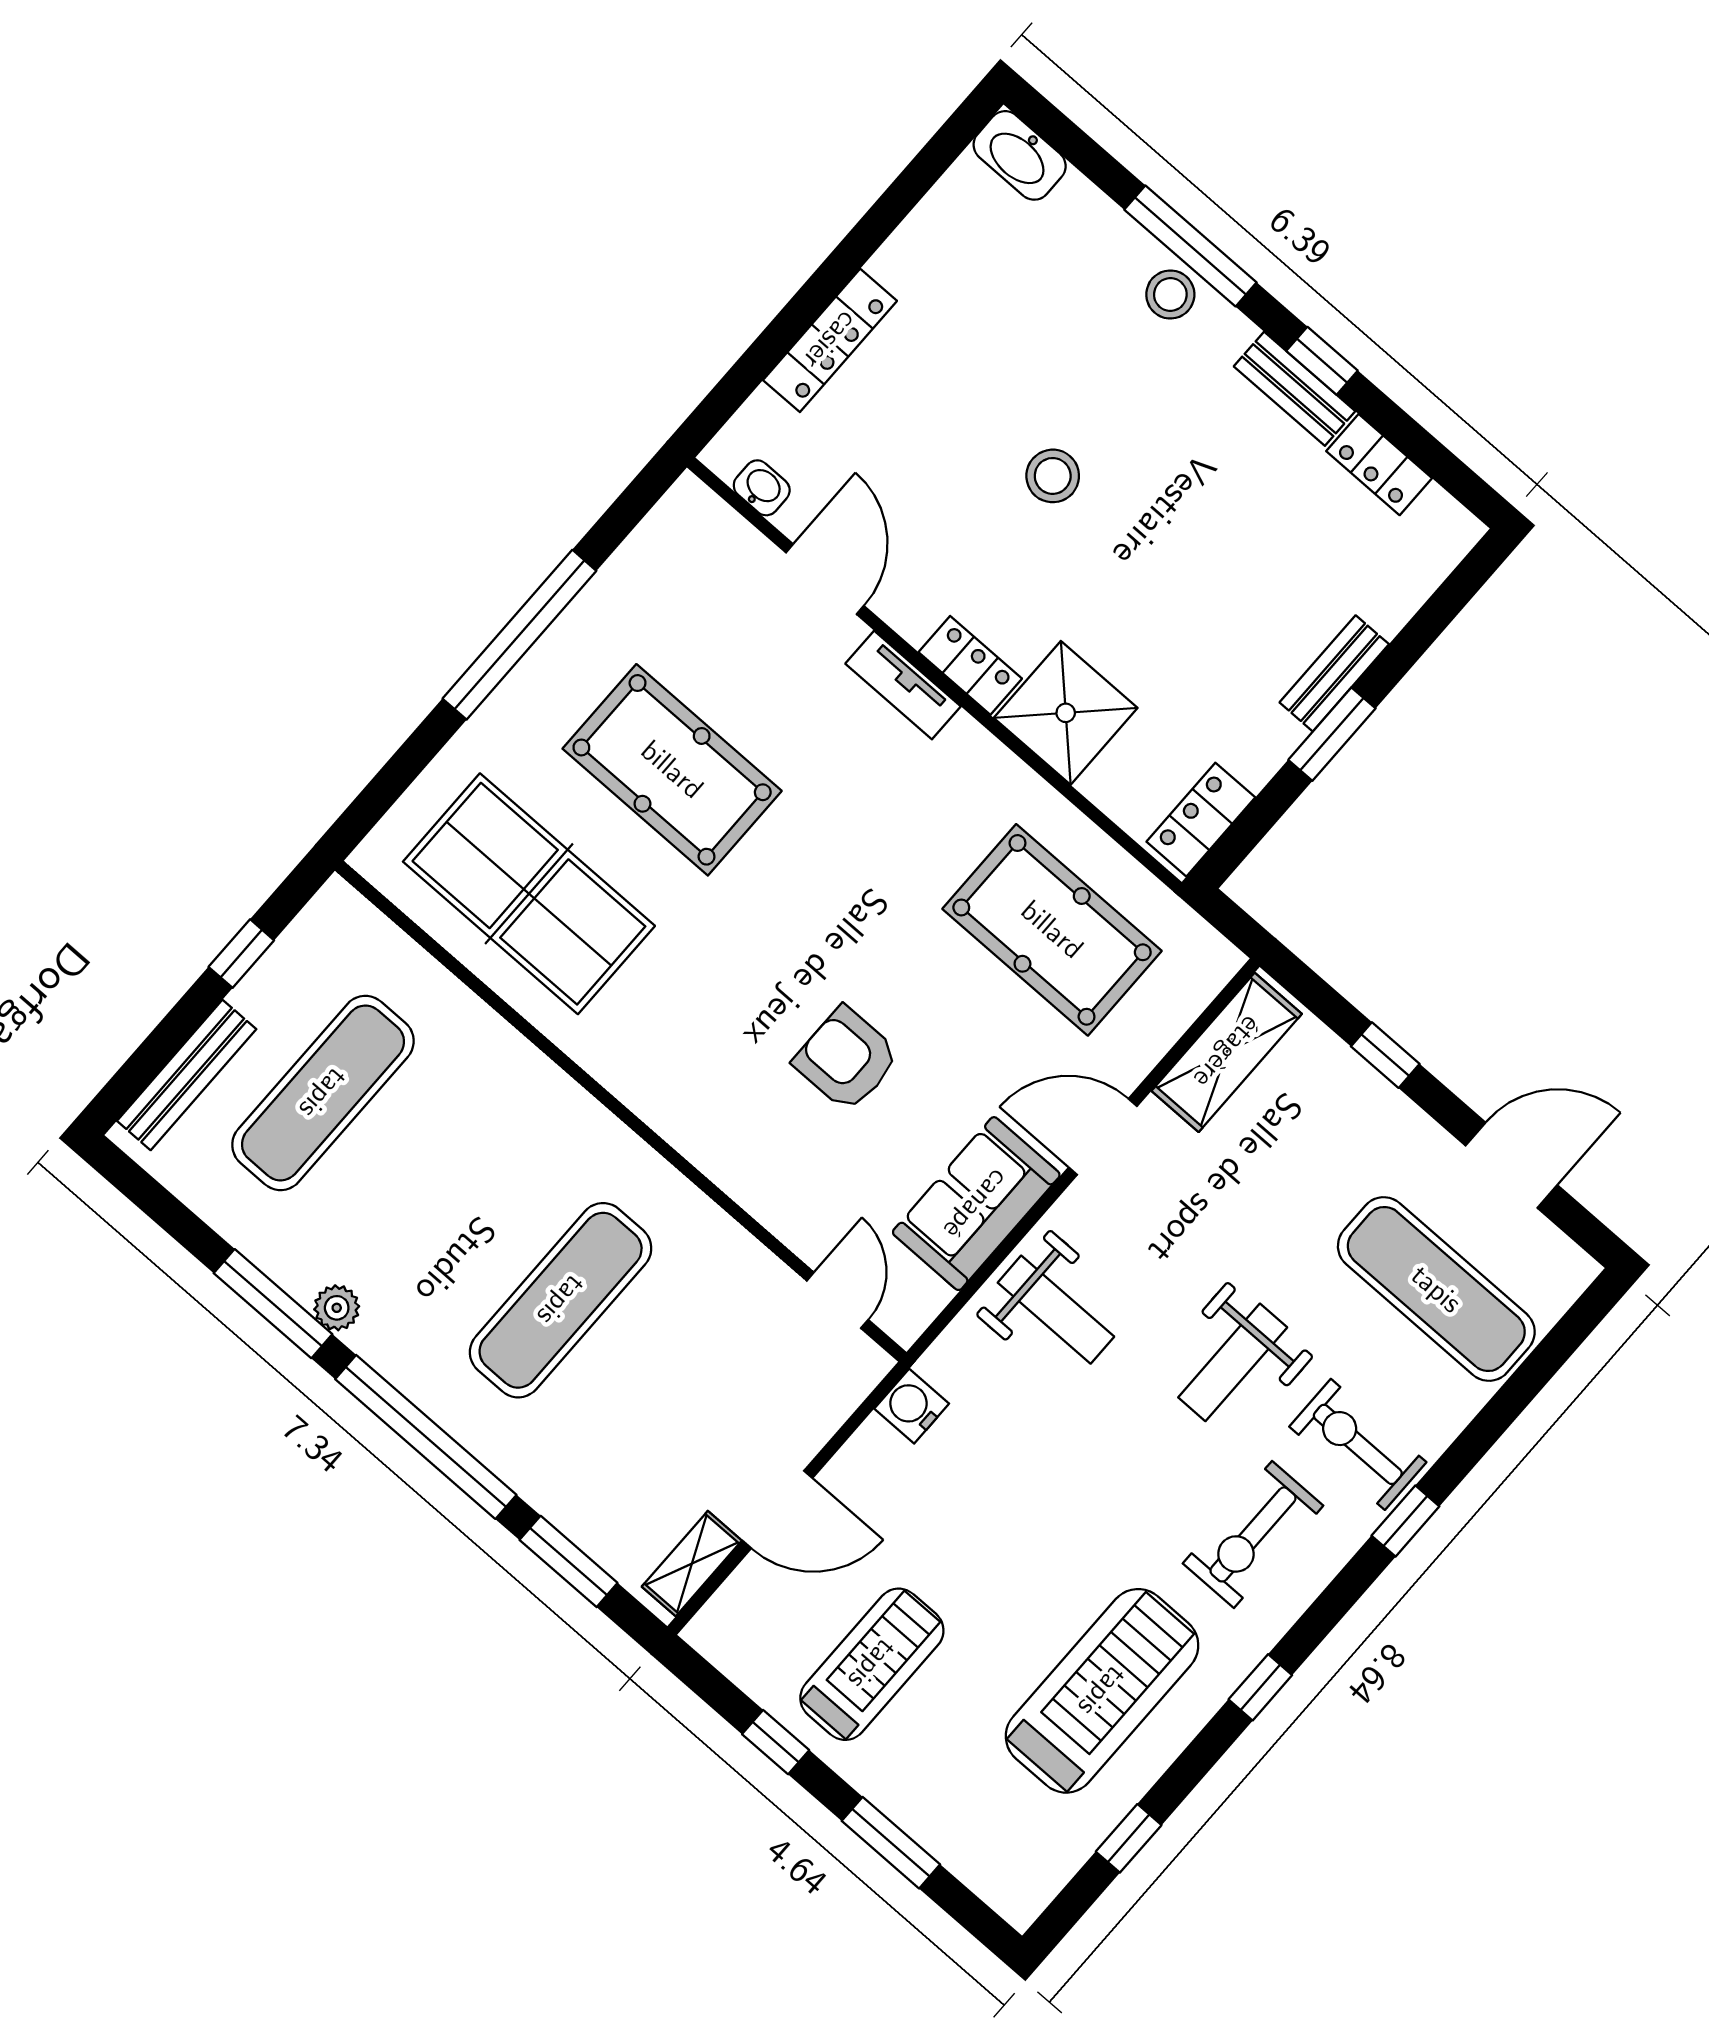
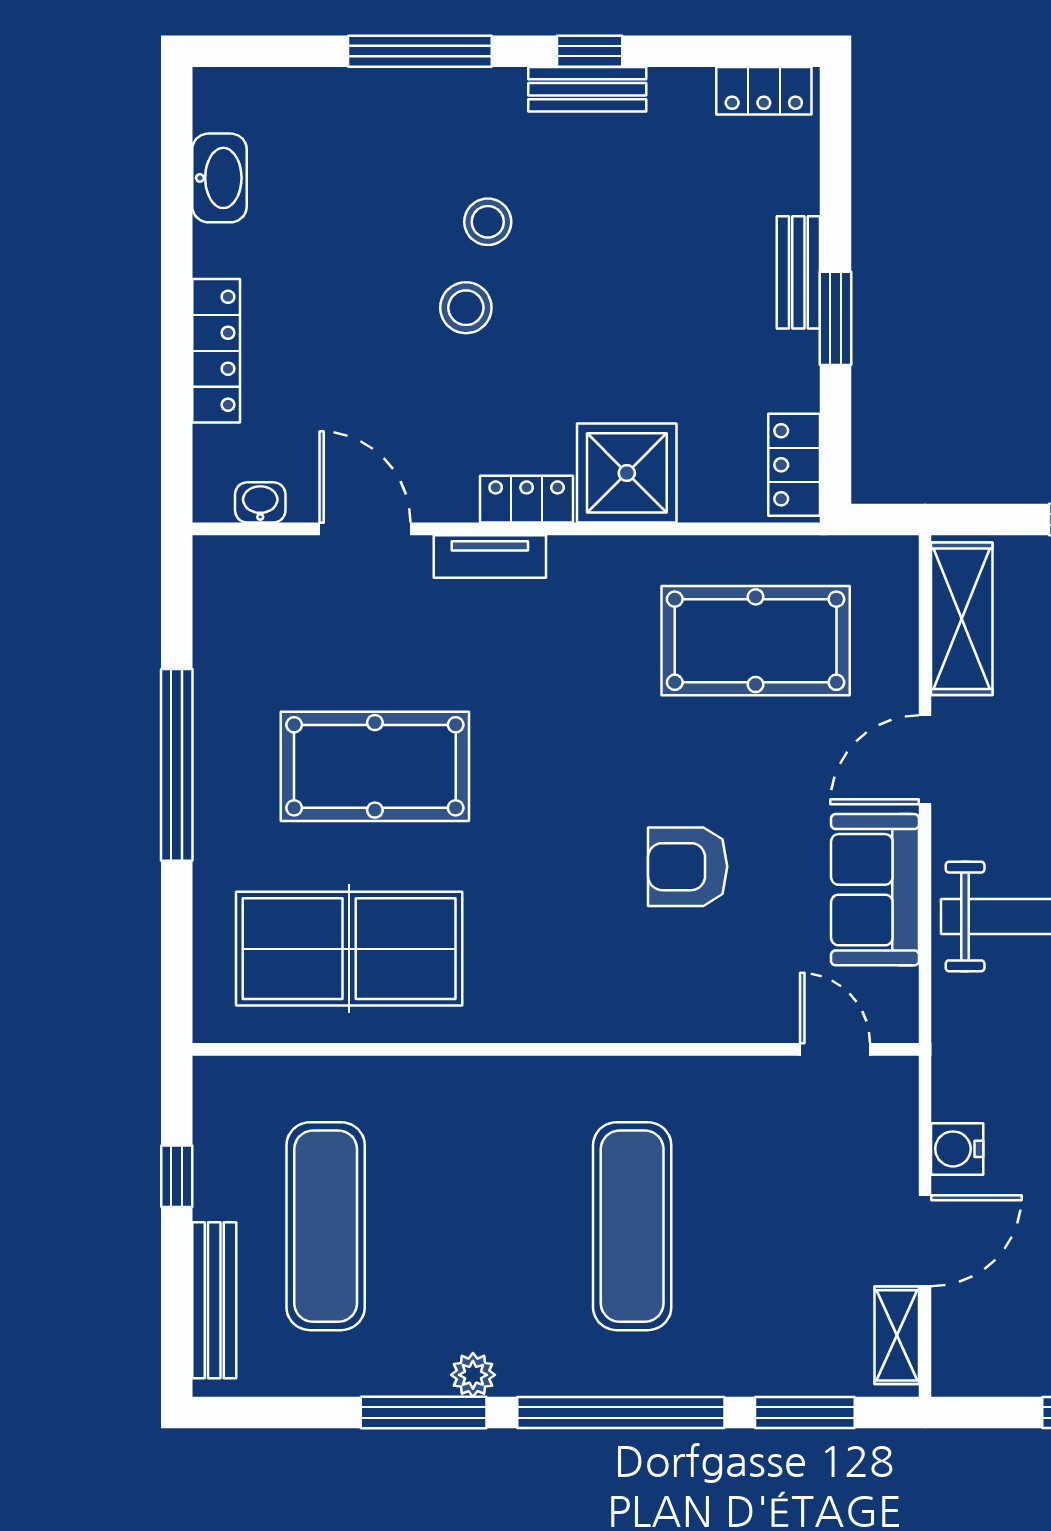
washbasin: (1020, 155) -> (219, 178), moved, turned -90
stool: (1170, 294) -> (488, 222), moved
locker: (1379, 465) -> (764, 91), moved
water cooler: (912, 1406) -> (957, 1149), moved

